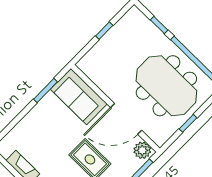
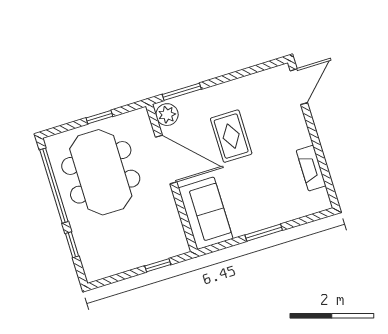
window: (104, 31) -> (158, 265), moved
window: (46, 90) -> (264, 233), moved

